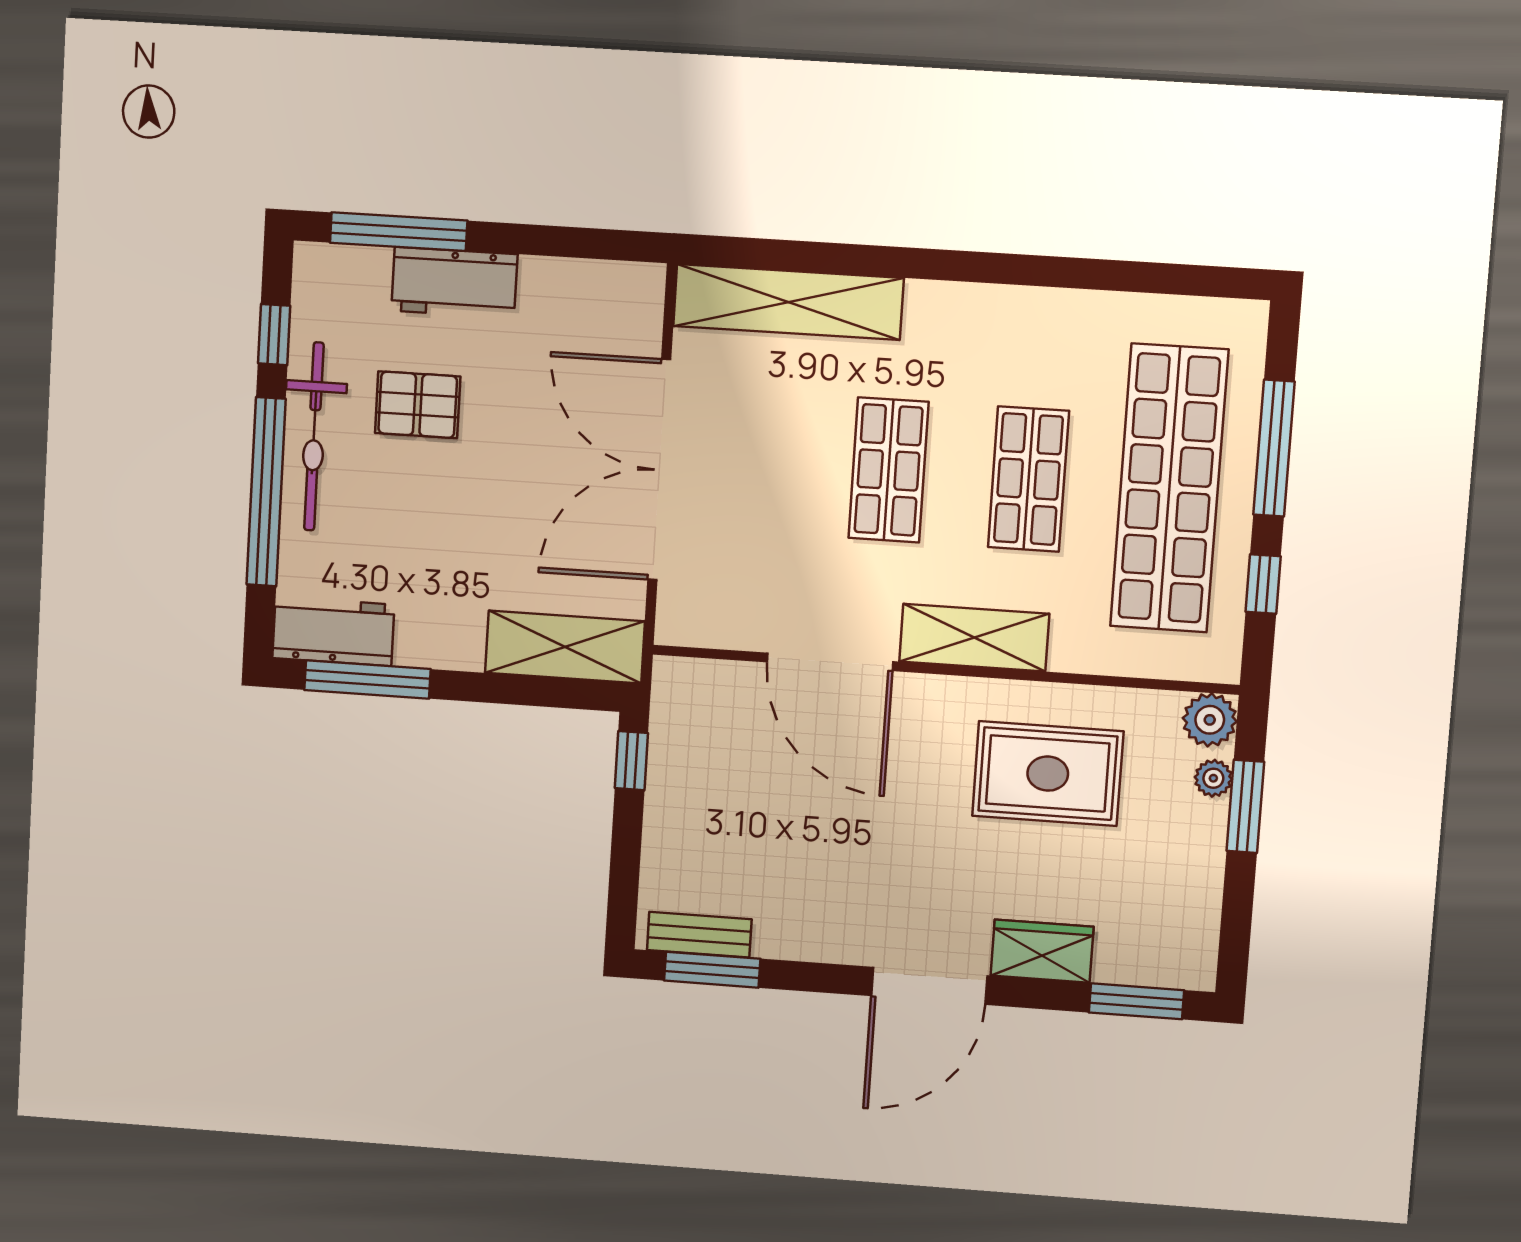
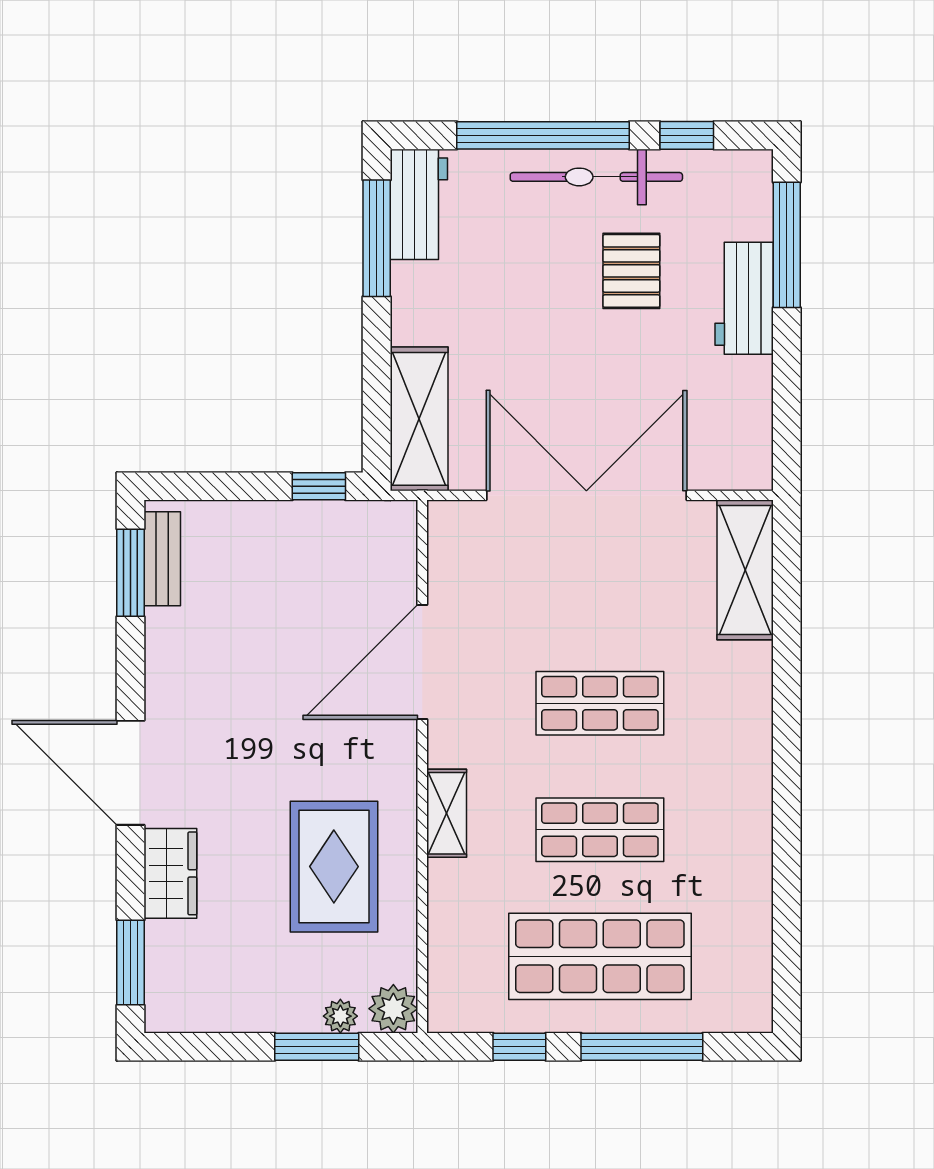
shelving: (788, 302) -> (745, 570), width x0.68
shop shelf: (1169, 488) -> (600, 956), width x0.71
shelving: (974, 638) -> (447, 813), width x0.67, depth x0.75

